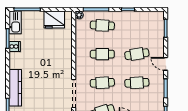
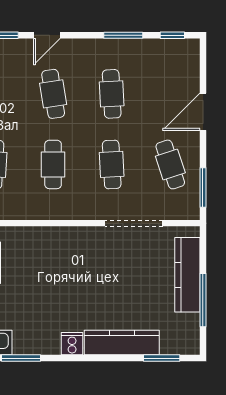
cooker: (15, 46) -> (72, 344), moved
door: (166, 64) -> (47, 35), moved

